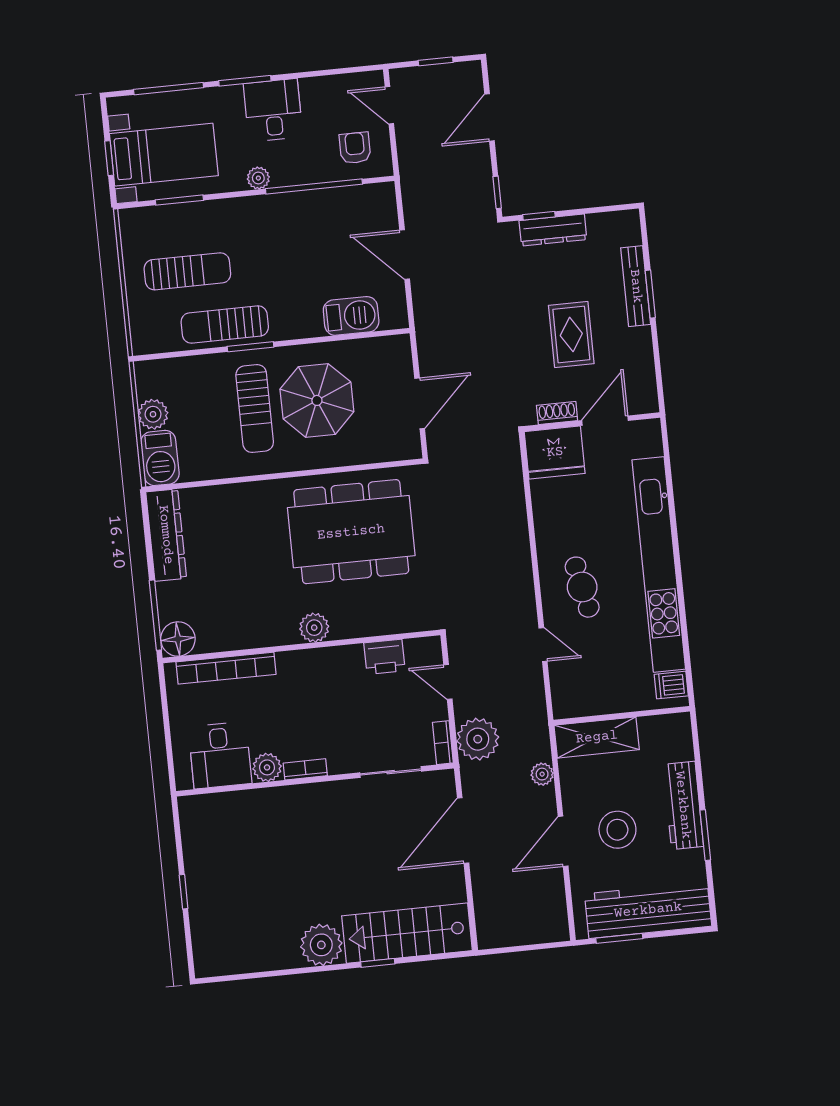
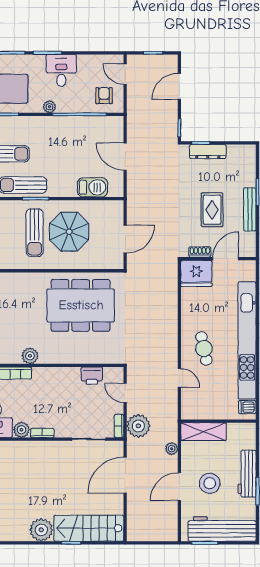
bench: (636, 286) -> (250, 209), moved
plant: (314, 628) -> (30, 356), moved

